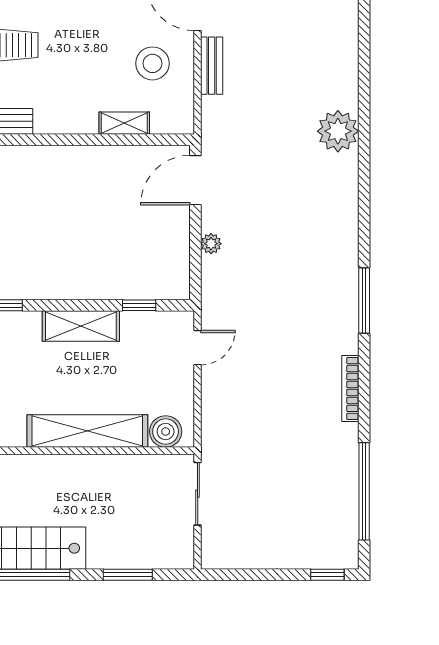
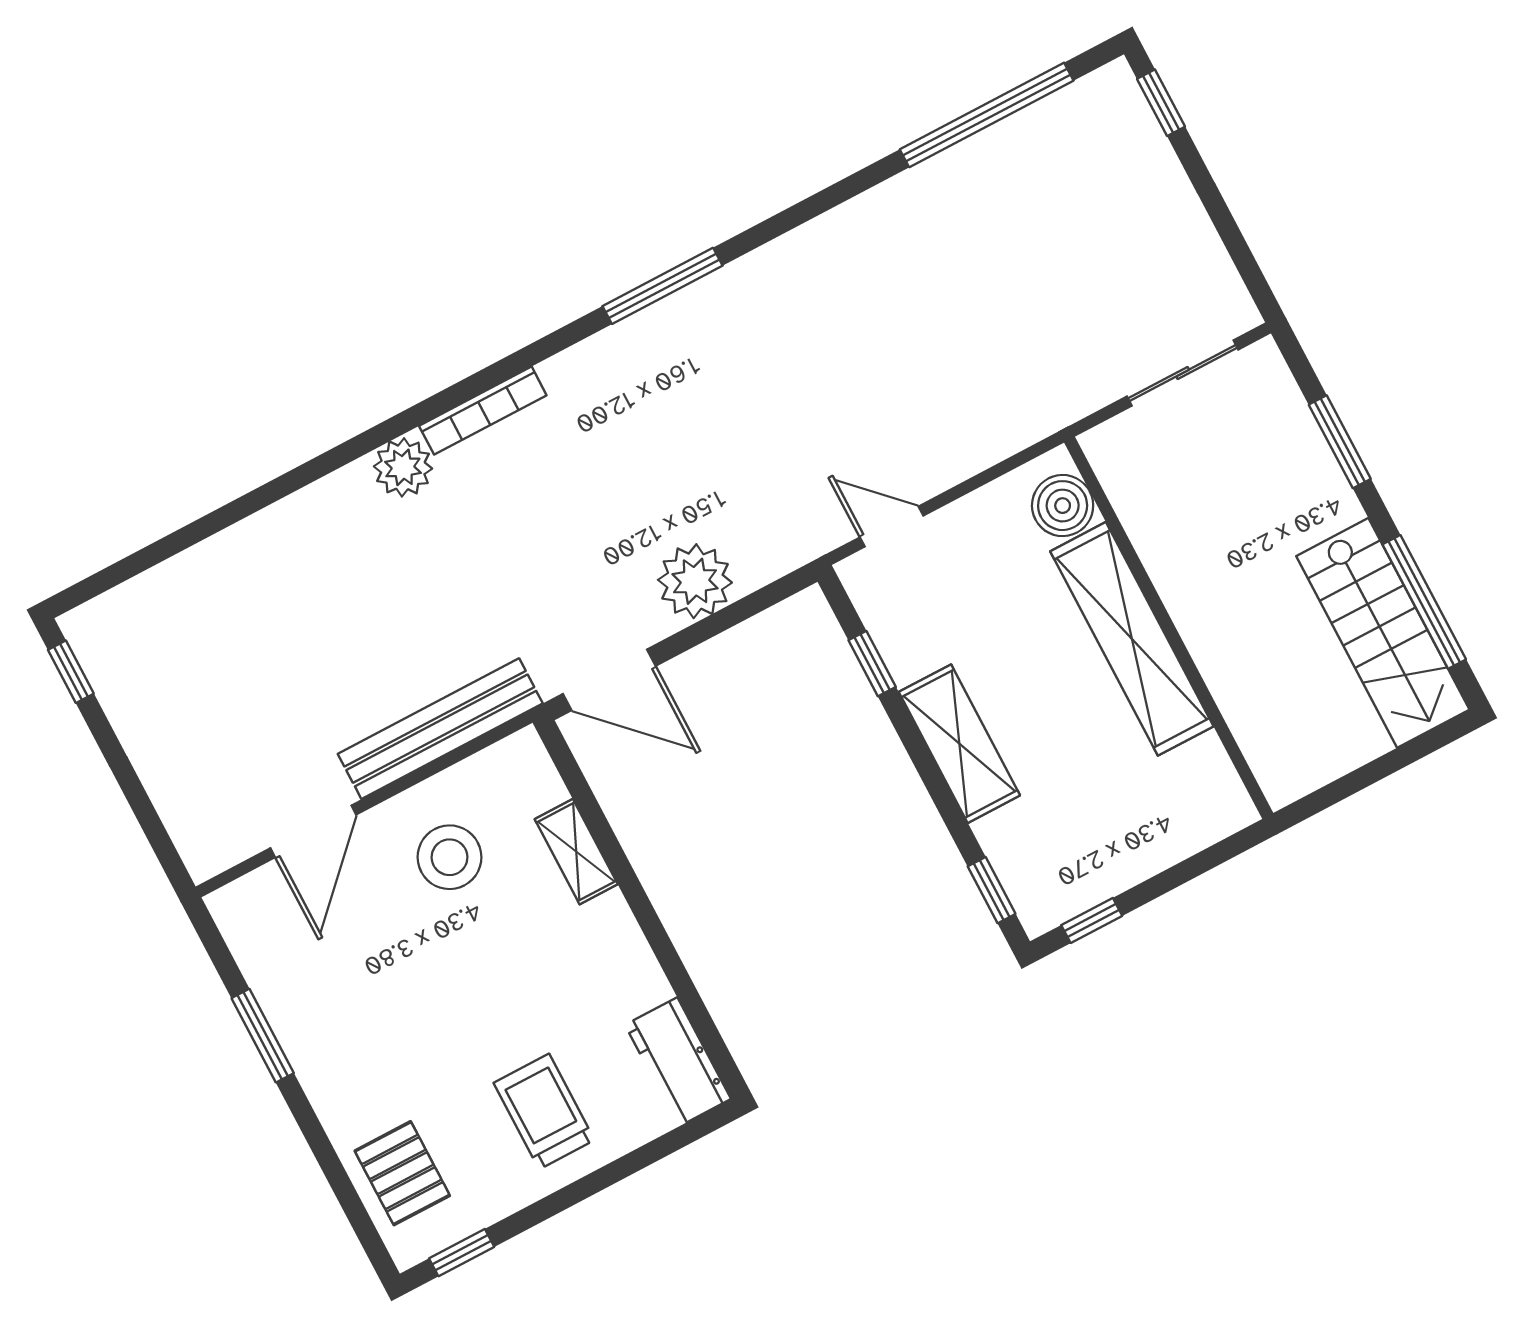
bench: (212, 66) -> (440, 729), width x1.86, depth x1.21
plant: (338, 131) -> (403, 467), width x0.73, depth x0.73
plant: (211, 244) -> (695, 581), width x1.88, depth x1.88
bookcase: (350, 388) -> (483, 411), moved
sliding door: (198, 494) -> (1183, 373), moved

